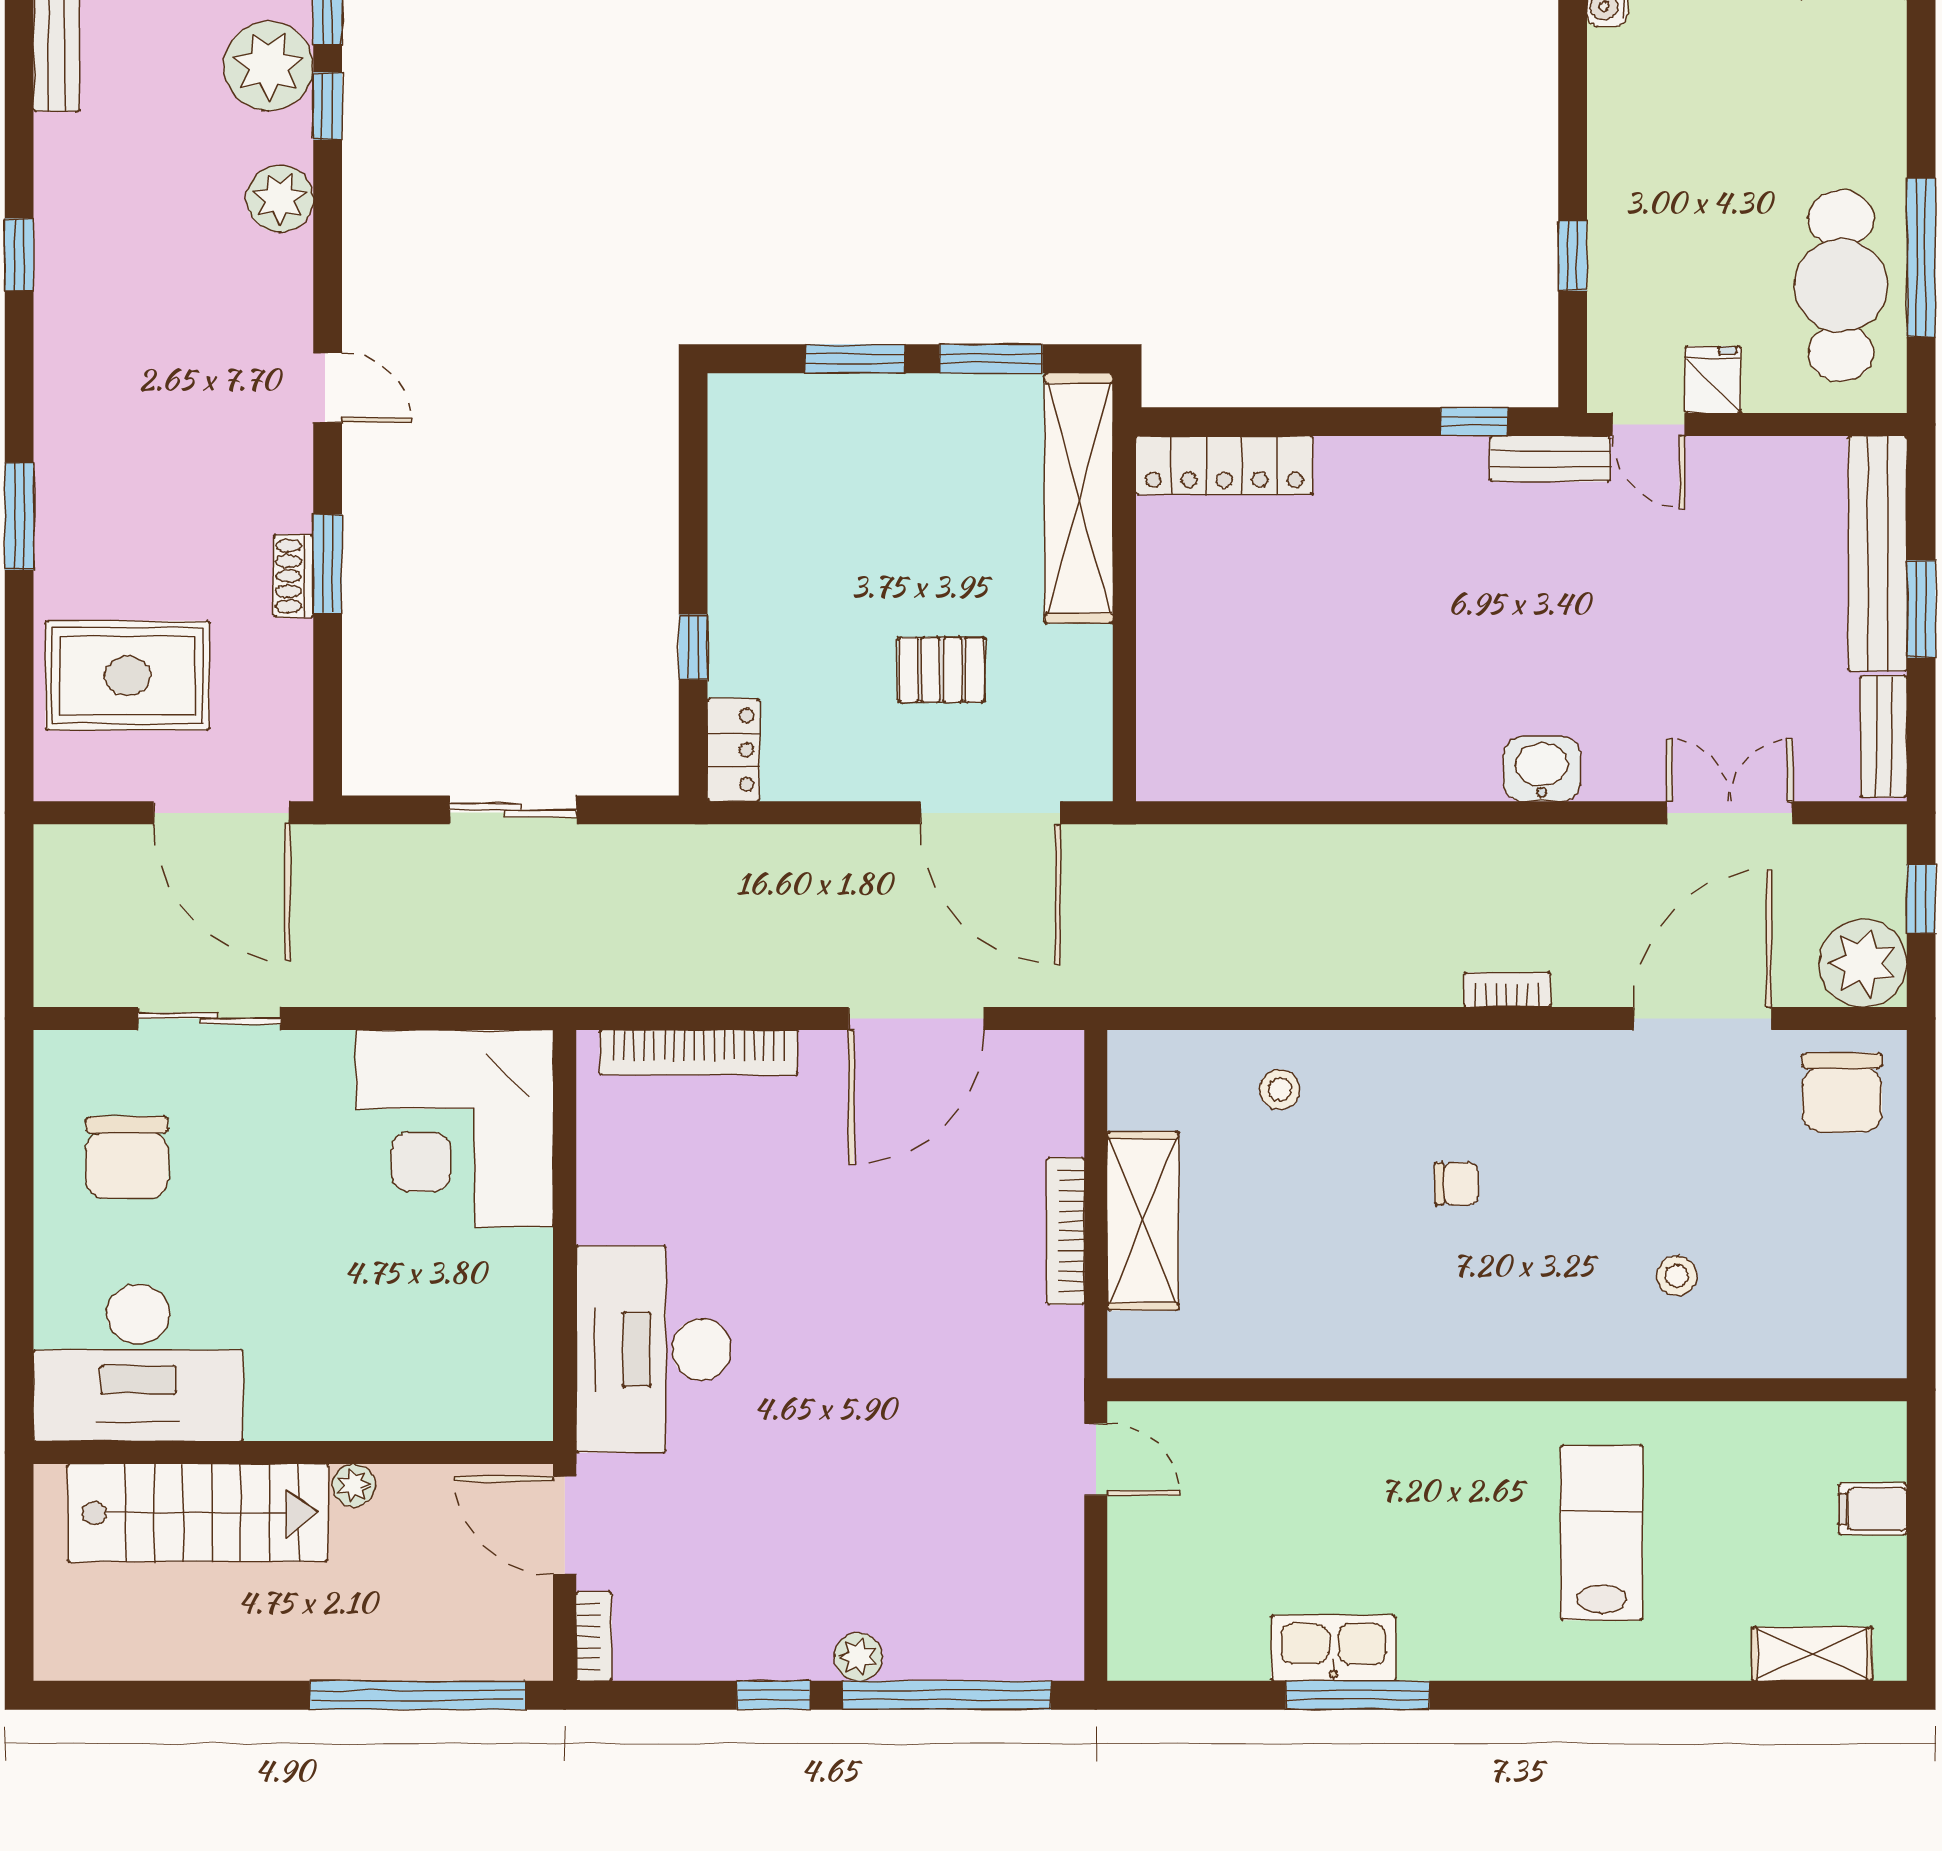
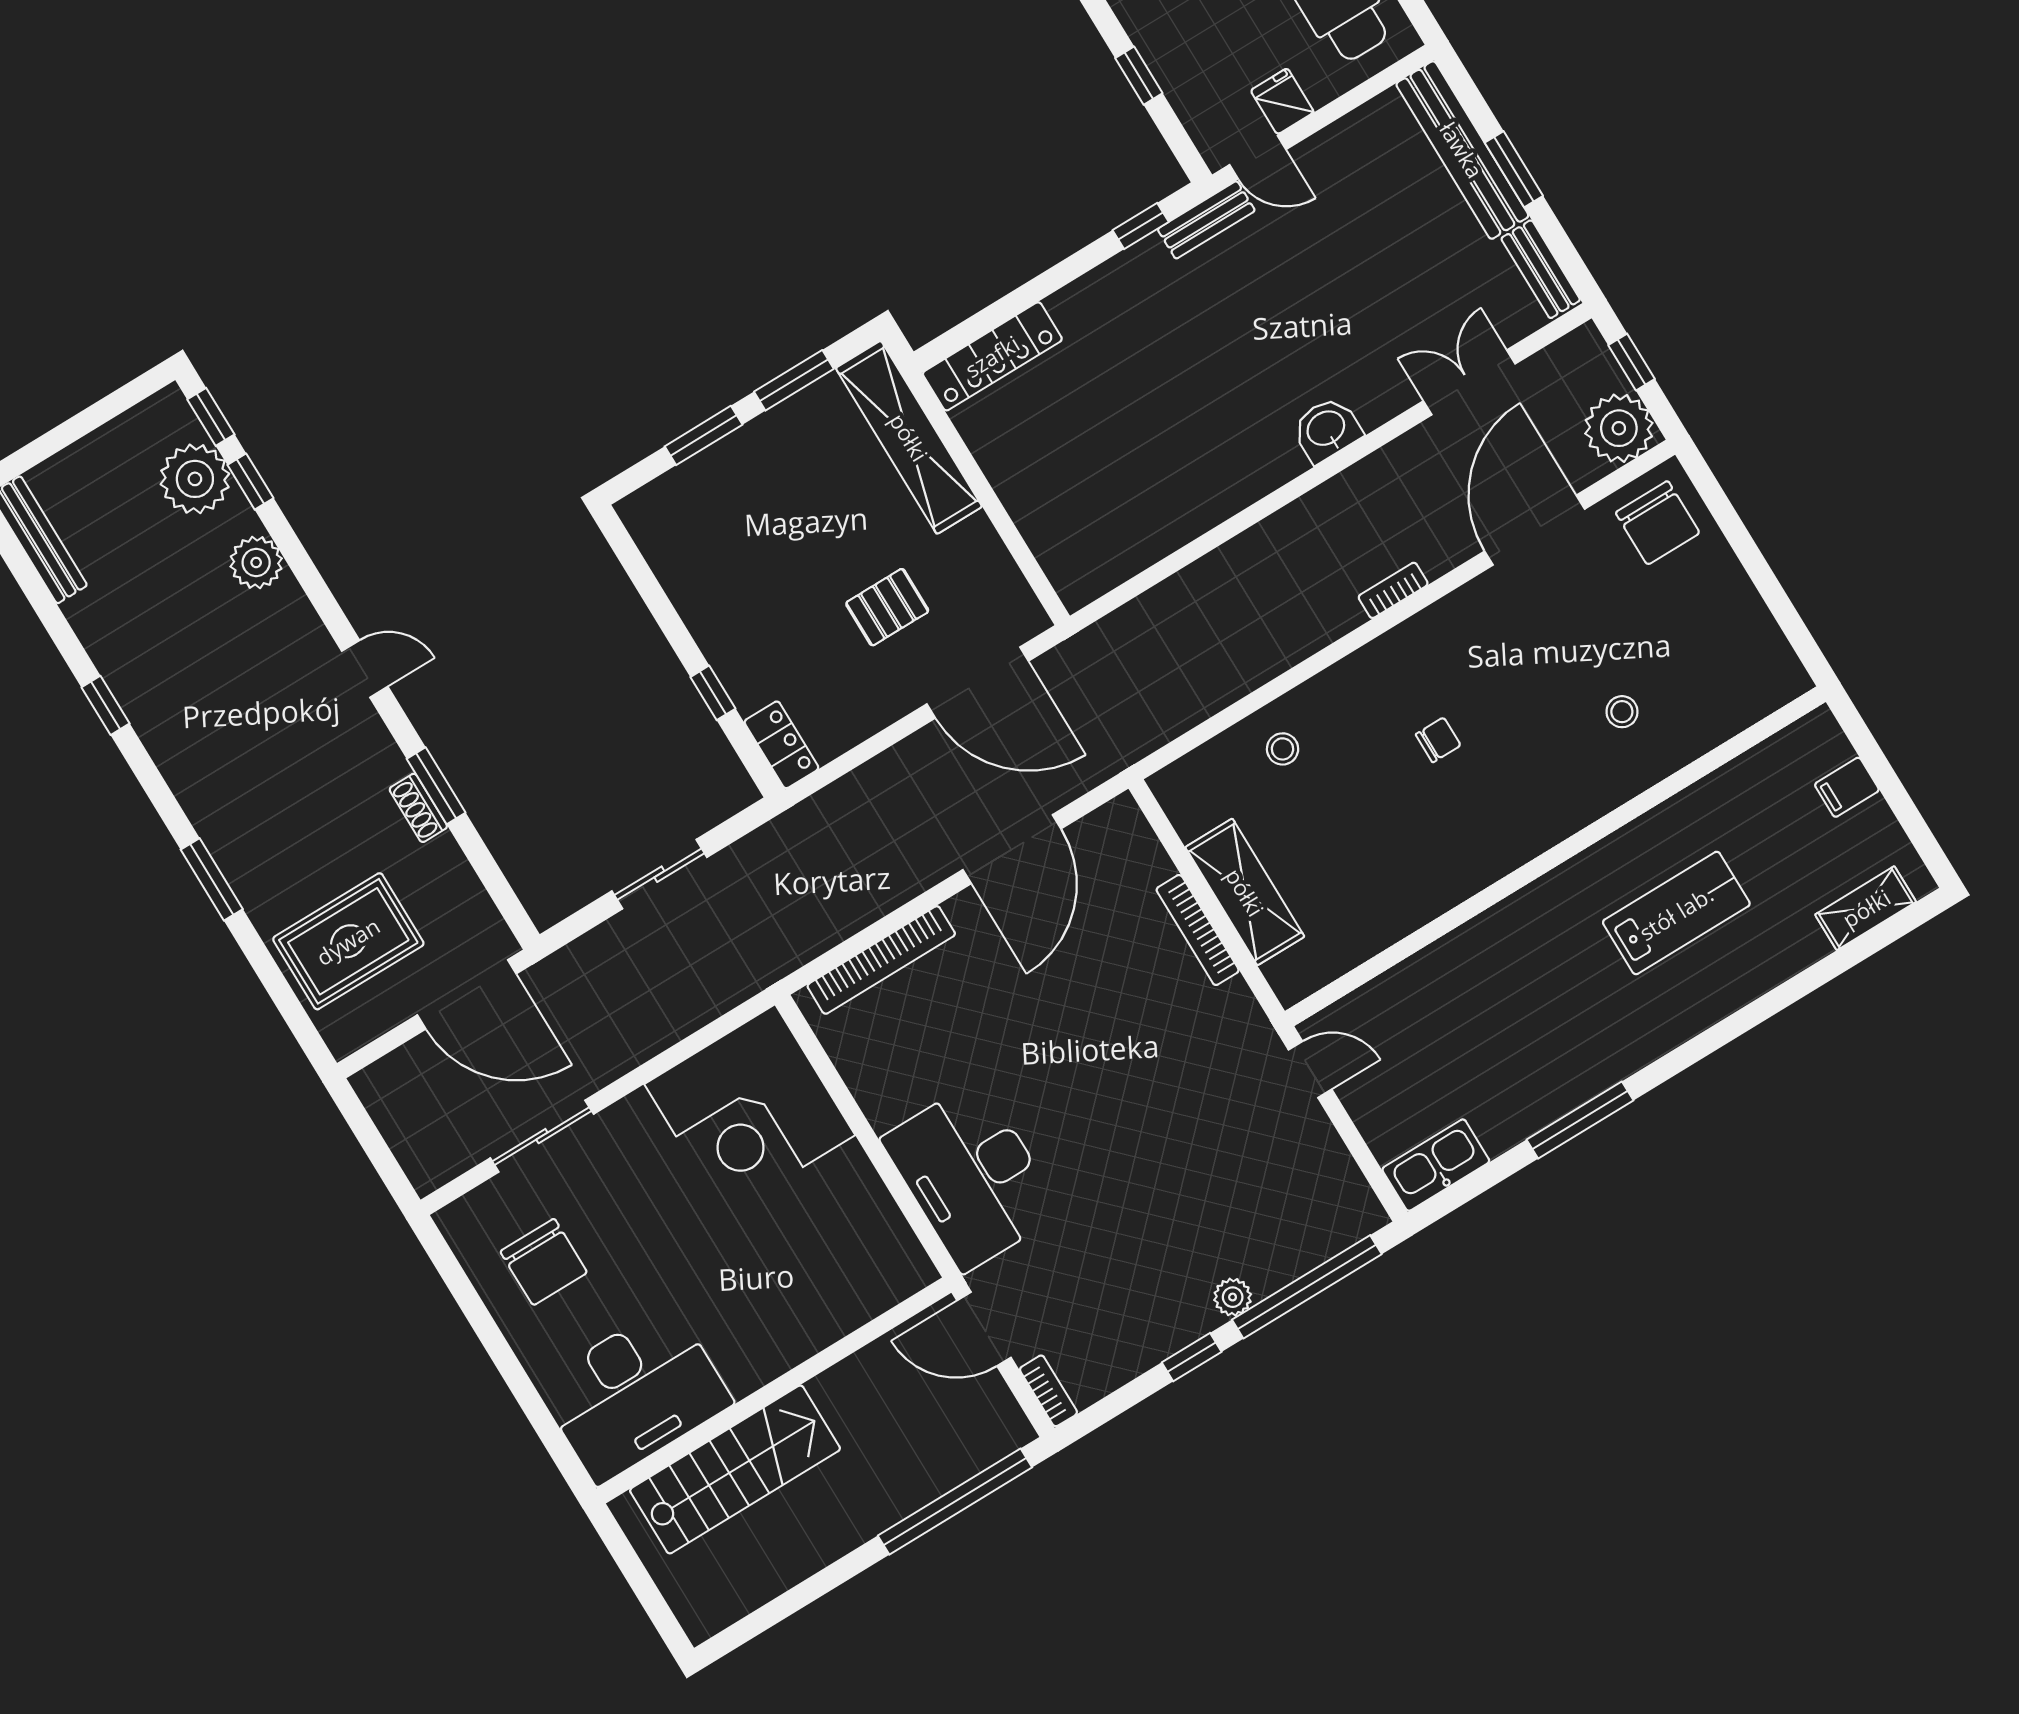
plant: (354, 1485) -> (827, 1388), removed
lab bench: (1602, 1533) -> (1676, 913), turned 90
kitchen sink: (1333, 1648) -> (1436, 1165), moved

